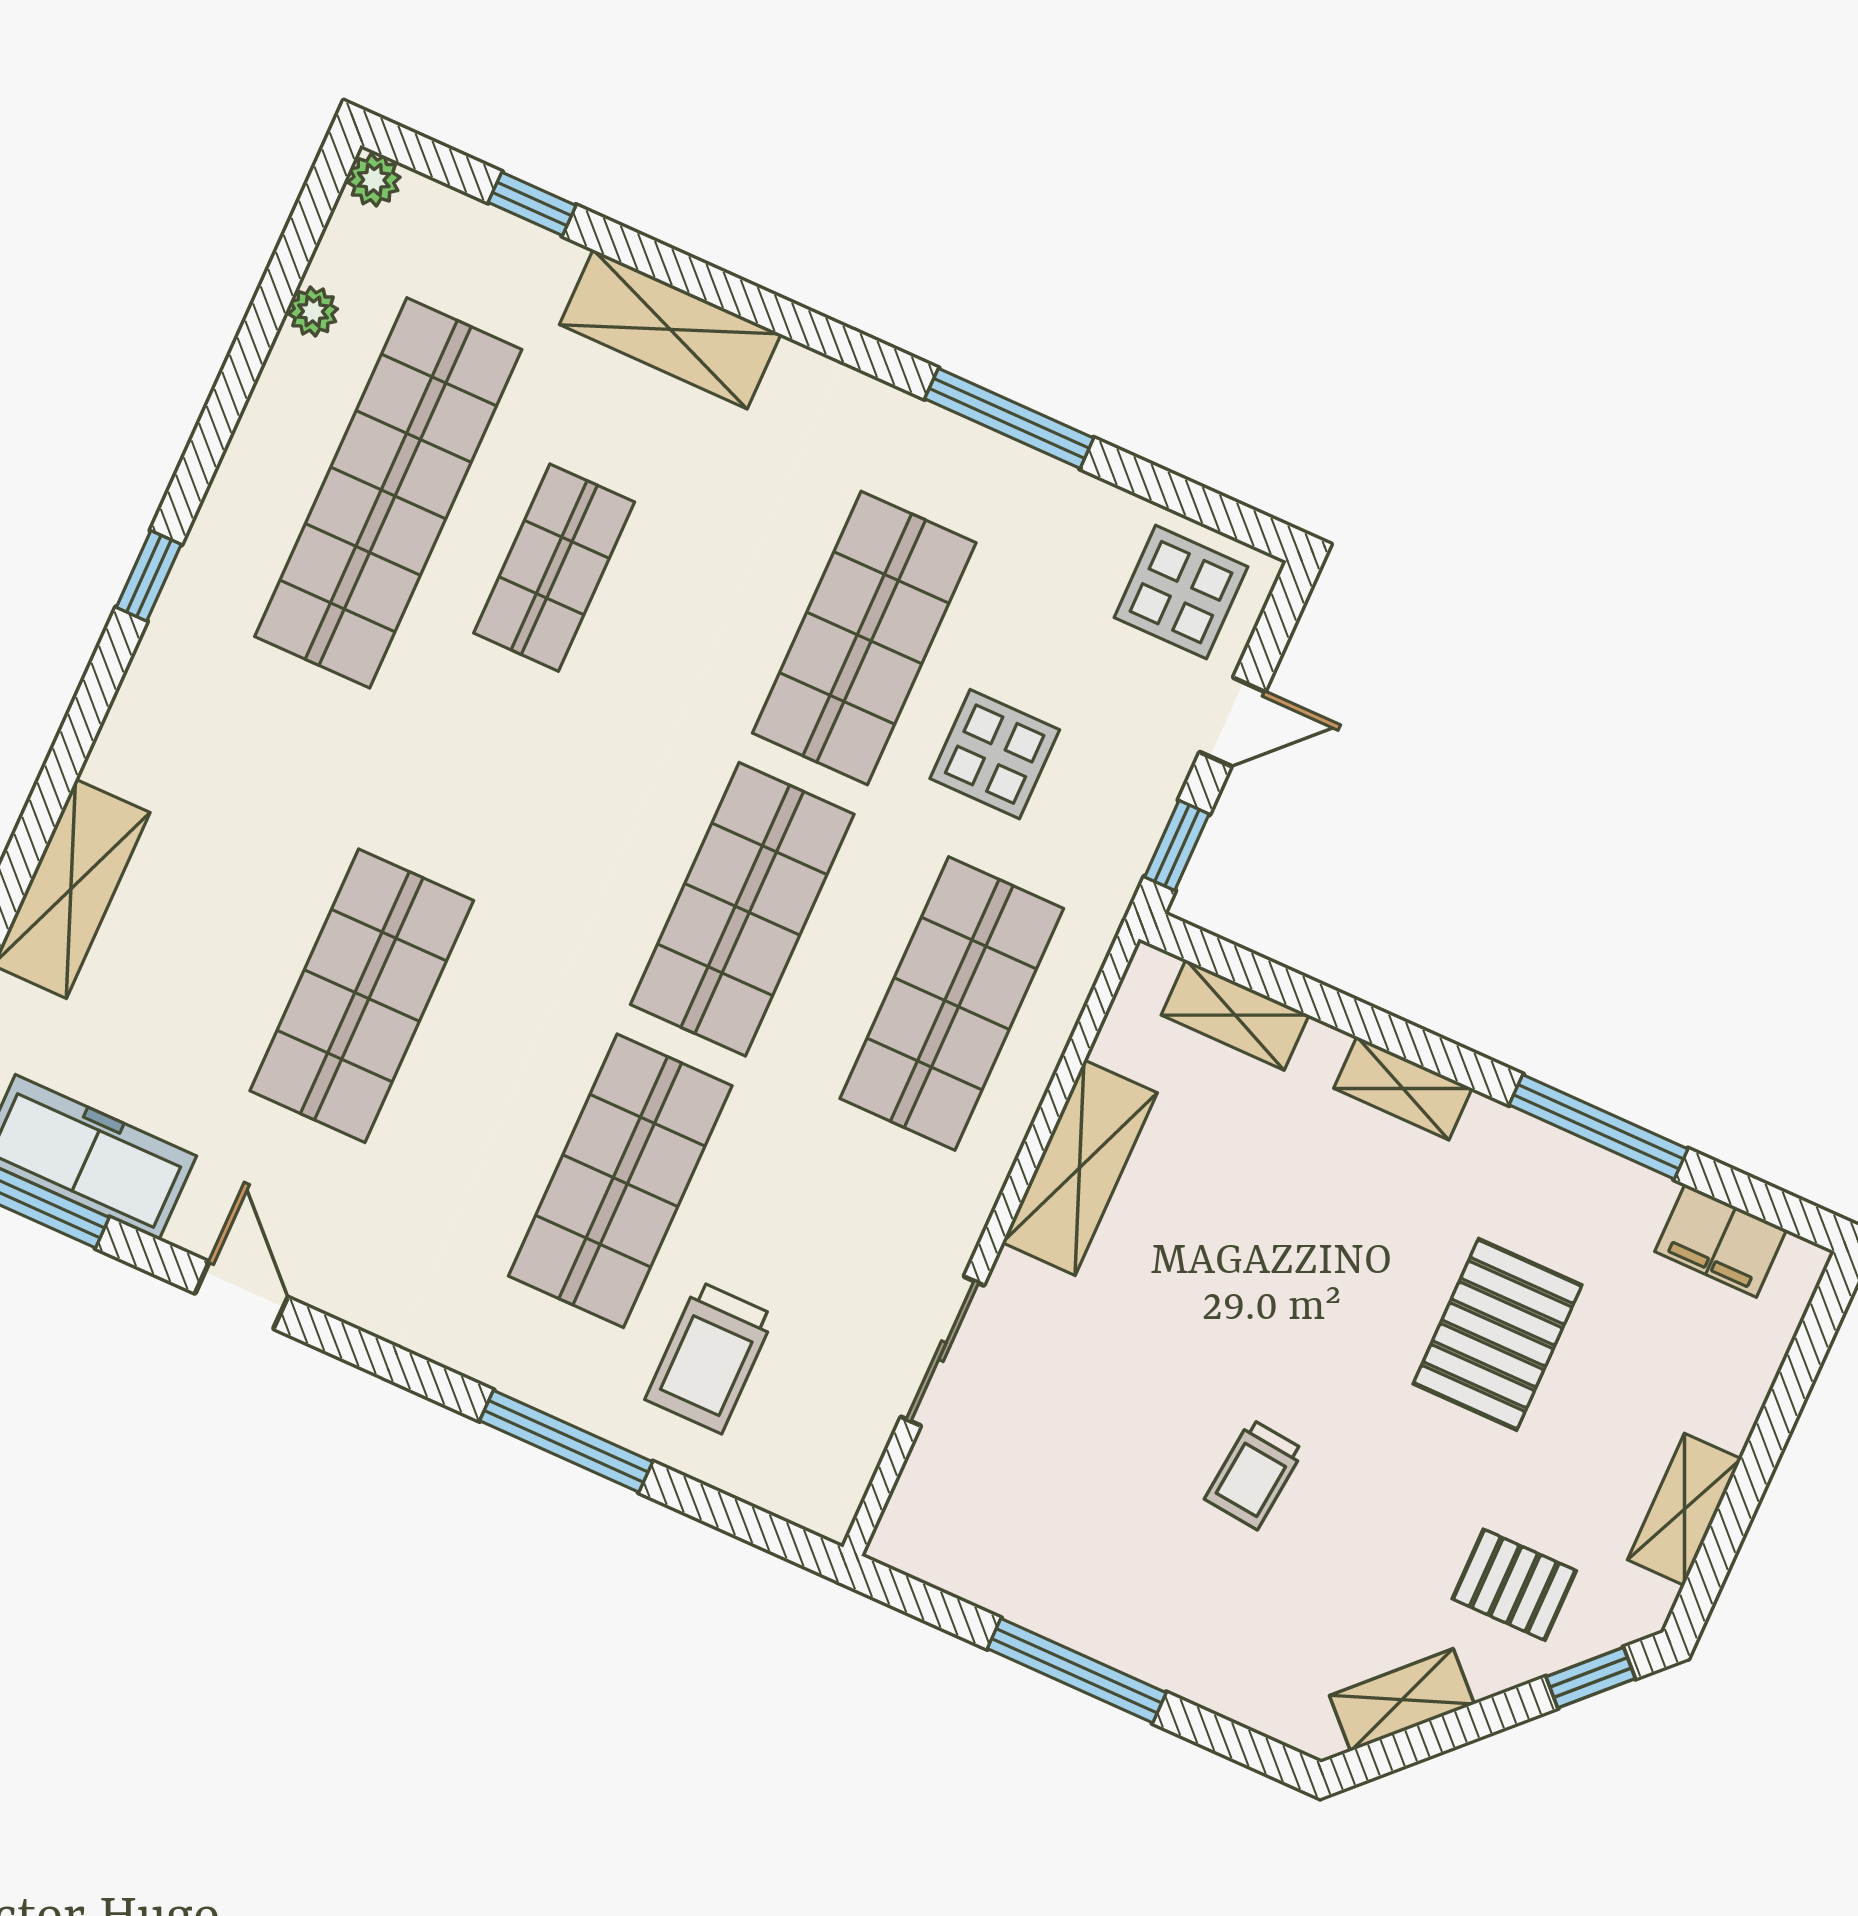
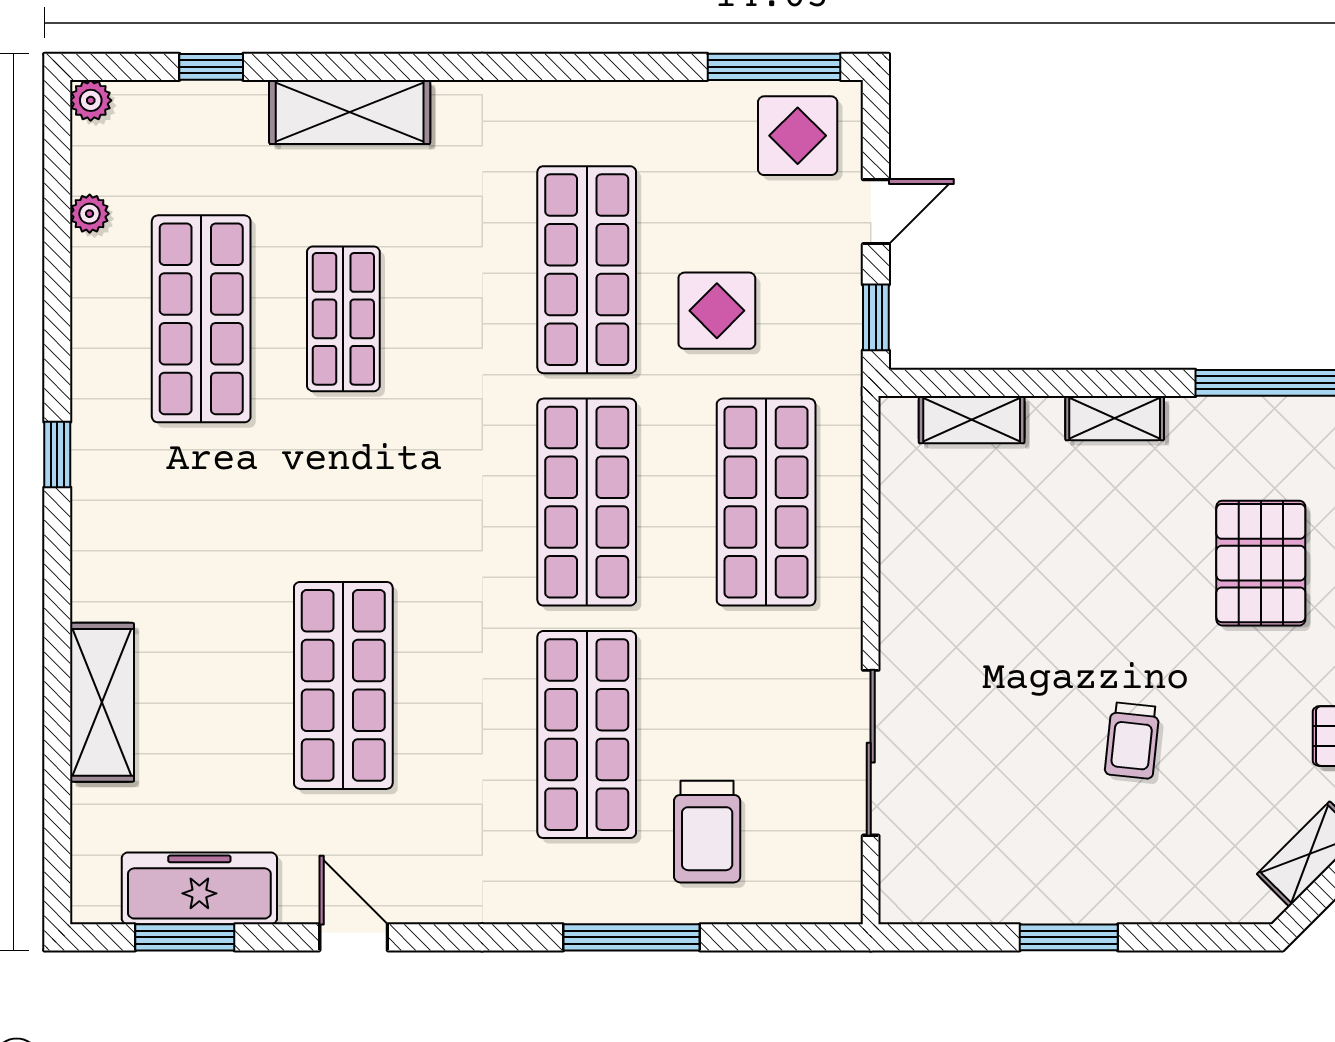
window: (1009, 418) -> (774, 67), moved
shop shelf: (388, 493) -> (201, 319), width x0.71
shelving: (1080, 1168) -> (910, 578), removed
sliding door: (942, 1351) -> (871, 753), width x1.37
window: (1077, 1671) -> (1069, 937), width x0.69

